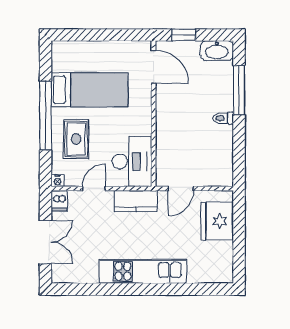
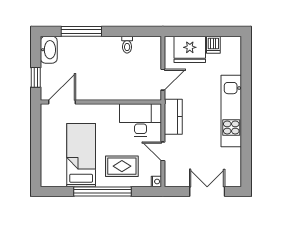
toilet: (223, 118) -> (127, 45), moved
door: (181, 189) -> (163, 80), hinge flipped
dishwasher: (59, 201) -> (213, 45), moved, turned 90

